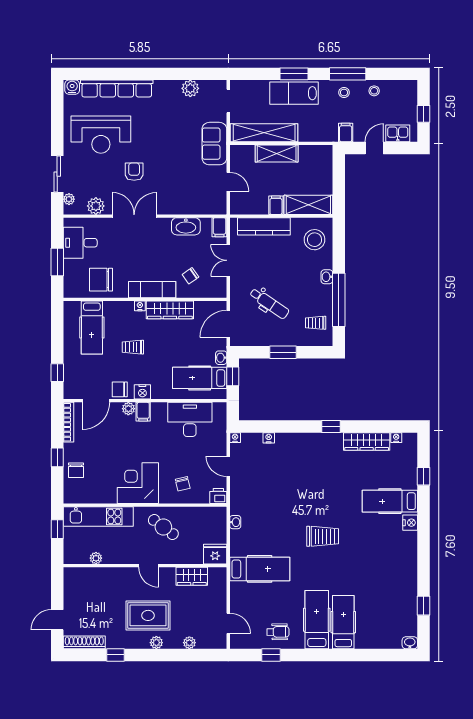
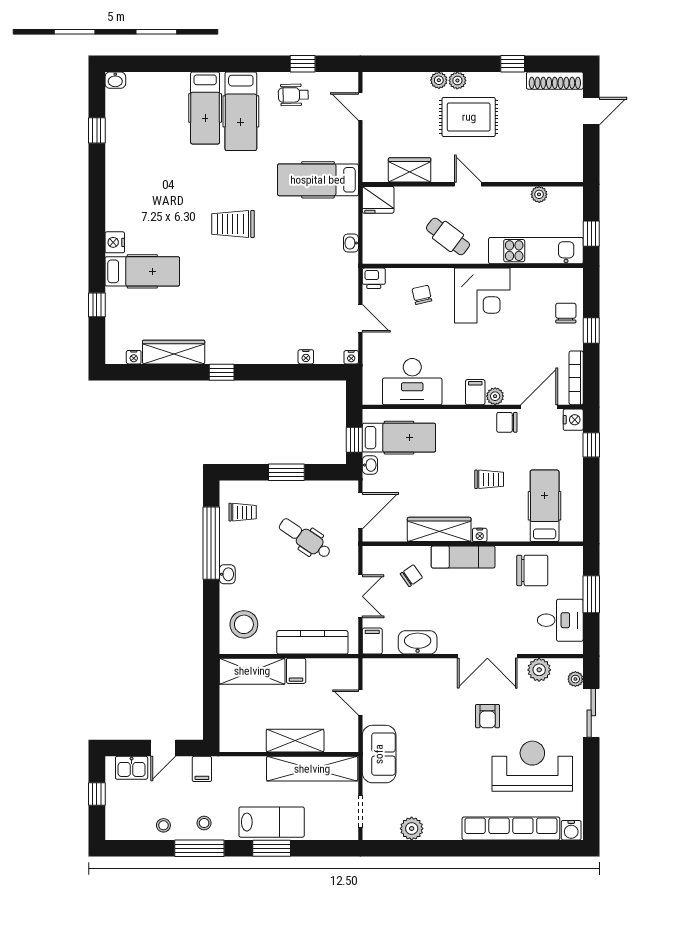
chair: (120, 389) -> (507, 422), turned 180
nightstand: (142, 392) -> (573, 420), moved, turned 90
plant: (189, 643) -> (439, 80), moved

